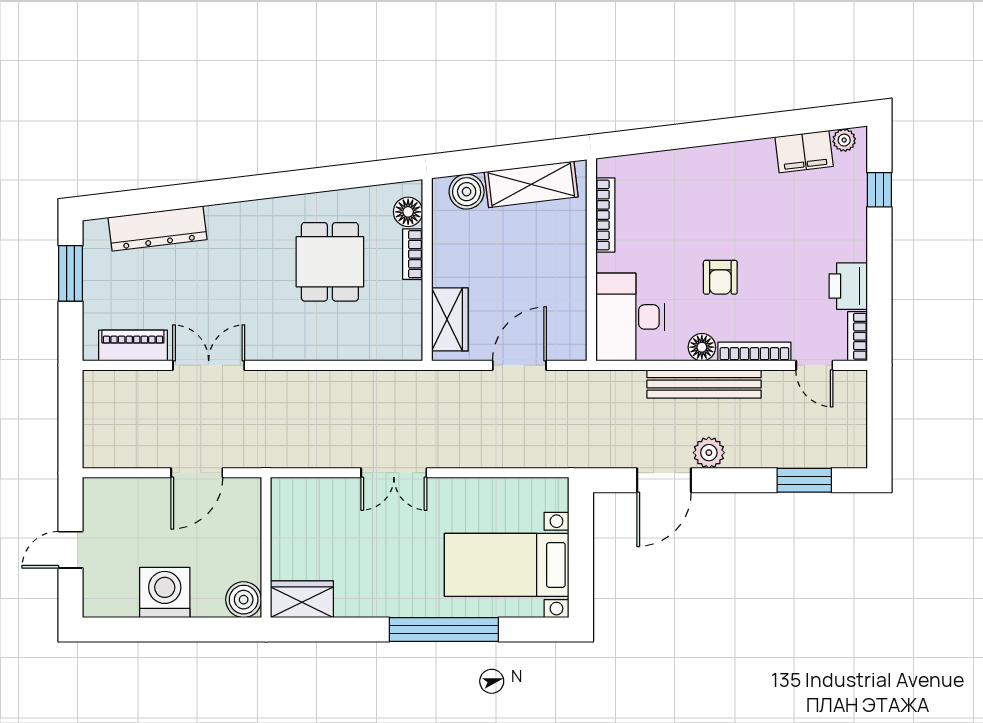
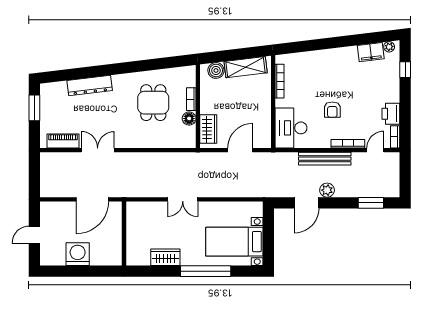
floor lamp: (408, 212) -> (189, 119), moved
dresser: (157, 229) -> (90, 86), moved
floor lamp: (702, 347) -> (324, 142), removed
door: (814, 365) -> (375, 150), swing flipped
door: (197, 473) -> (92, 199), width x1.36
wardrobe: (302, 599) -> (165, 257), moved
boiler: (244, 600) -> (114, 258), removed

